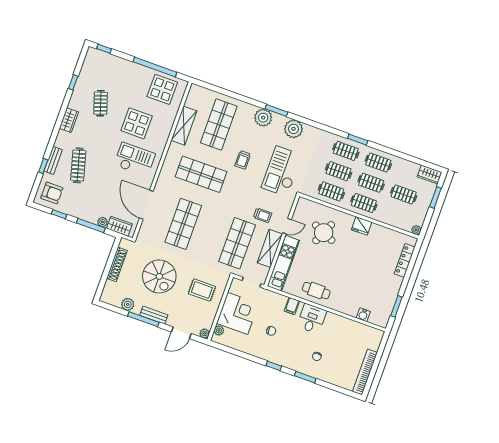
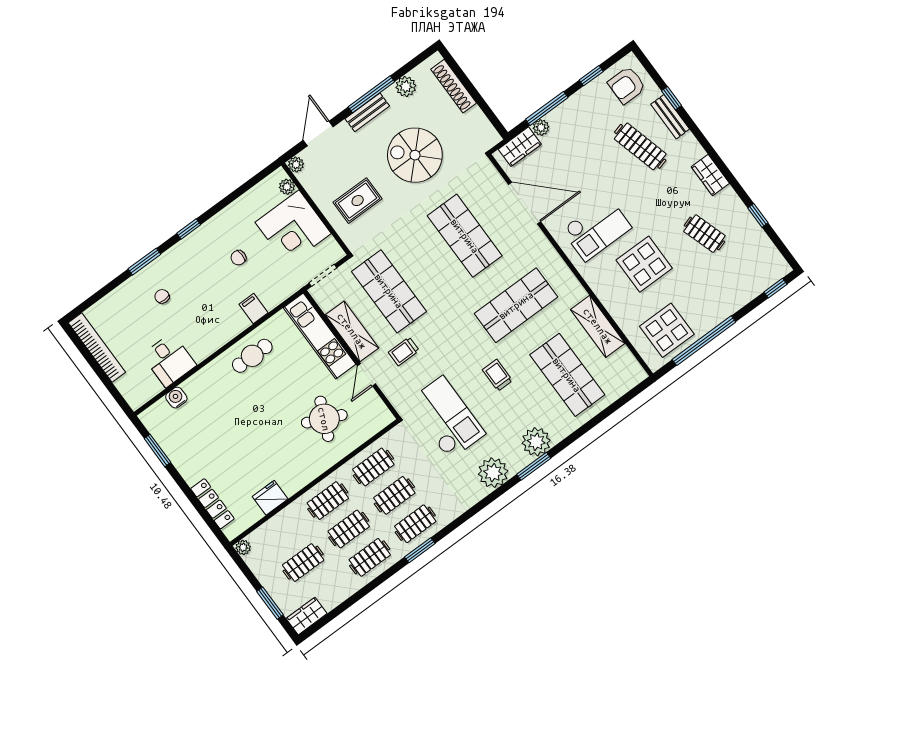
fridge: (362, 226) -> (270, 498), moved
shoe rack: (117, 264) -> (454, 86), moved
desk: (312, 319) -> (169, 360), moved

